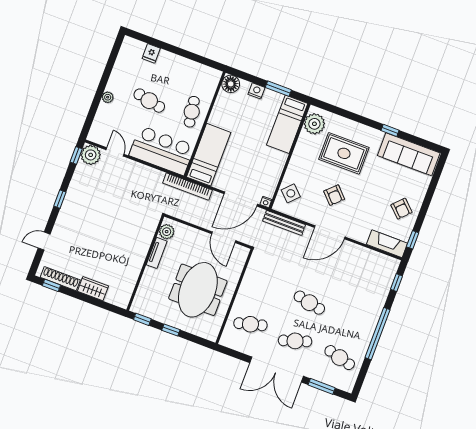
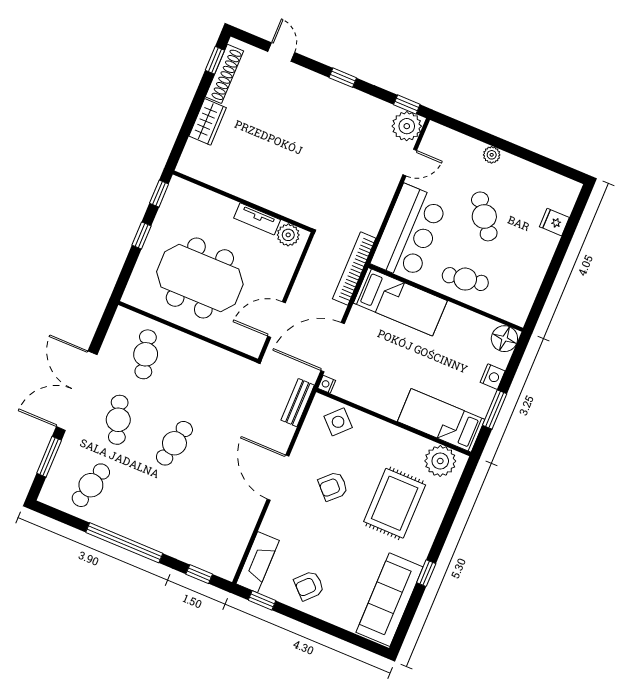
cafe table: (149, 101) -> (484, 216), turned -49
door: (241, 199) -> (333, 347), hinge flipped
bench: (284, 223) -> (298, 403), width x0.73

